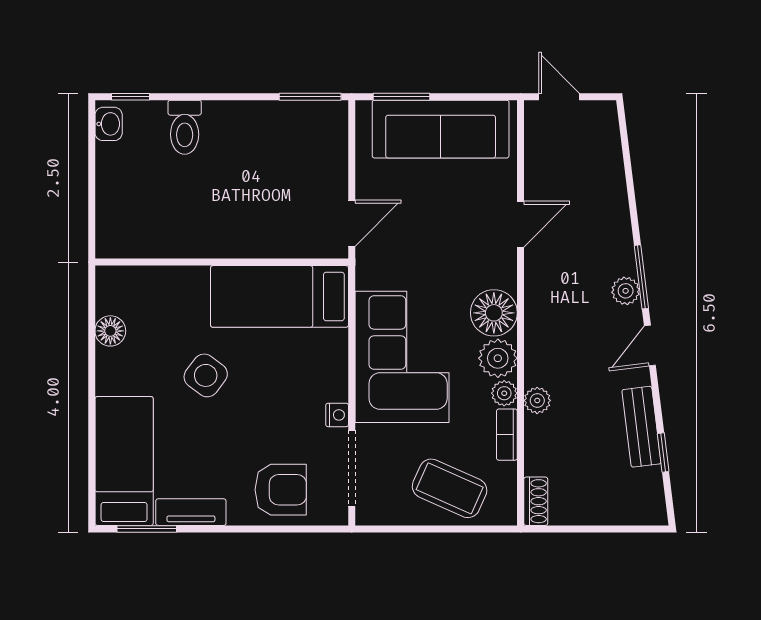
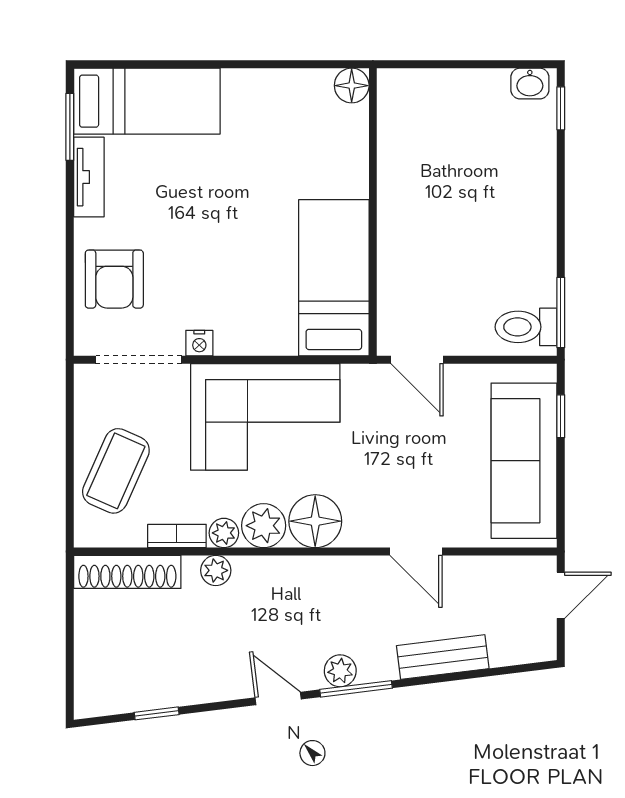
window: (401, 97) -> (561, 416), width x0.67
toilet: (185, 127) -> (526, 327), moved
floor lamp: (110, 331) -> (352, 86), moved
side table: (206, 375) -> (244, 194), removed
bench: (641, 427) -> (443, 657), moved
shoe rack: (536, 501) -> (127, 572), width x1.94, depth x1.24

